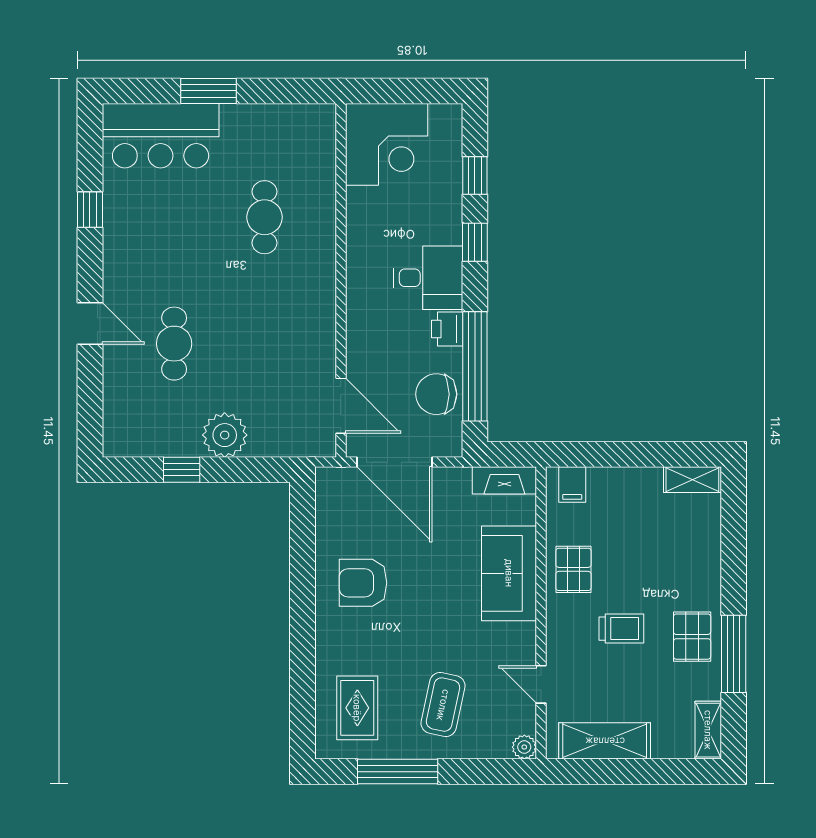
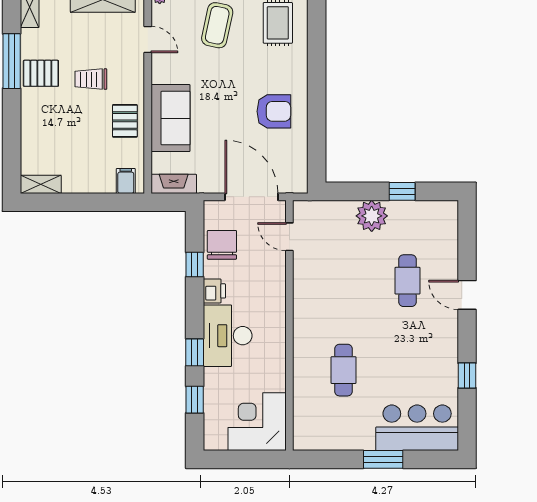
desk: (428, 278) -> (228, 336), width x1.37
window: (475, 366) -> (195, 265), width x0.32
chair: (436, 394) -> (222, 245), turned -90
door: (341, 406) -> (289, 237), width x0.73
pallet: (692, 637) -> (41, 73), turned 90

